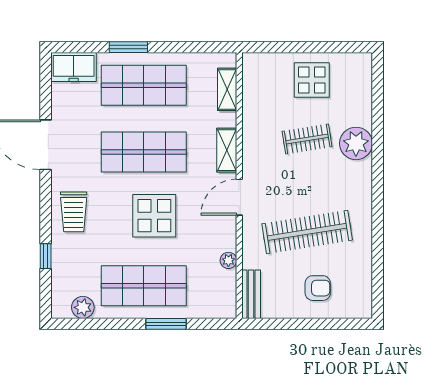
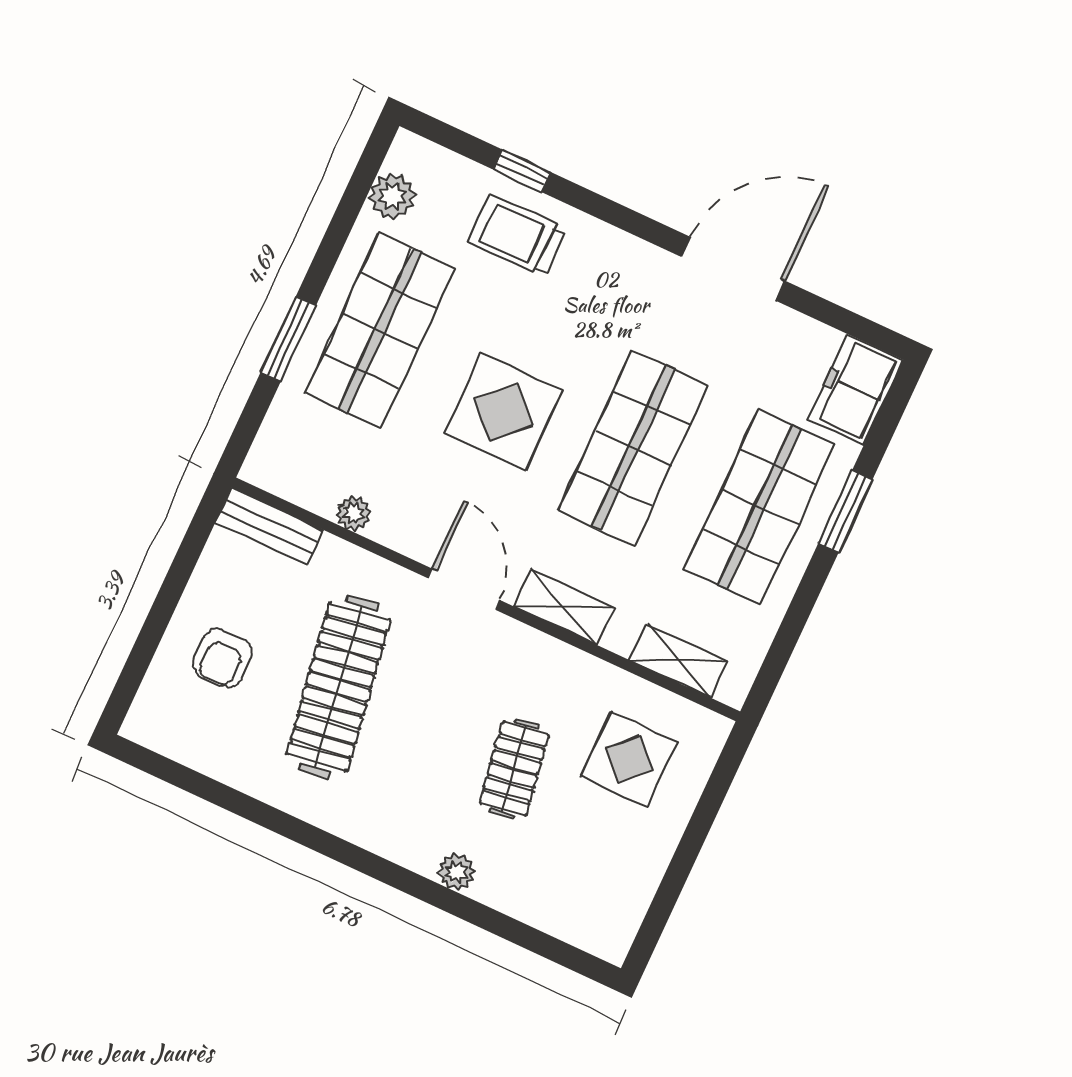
display table: (312, 80) -> (629, 759), moved
plant: (356, 143) -> (456, 872), width x0.53, depth x0.53
trolley: (74, 212) -> (517, 236), moved

